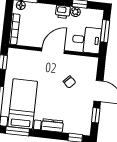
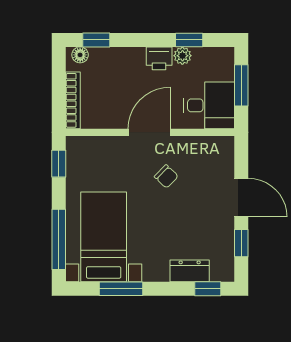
chair: (69, 82) -> (166, 176), moved
dresser: (52, 126) -> (190, 271), moved
window: (17, 131) -> (121, 289), moved

